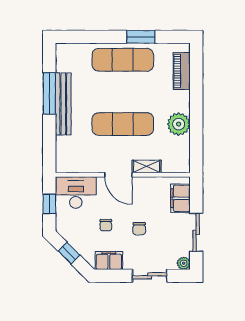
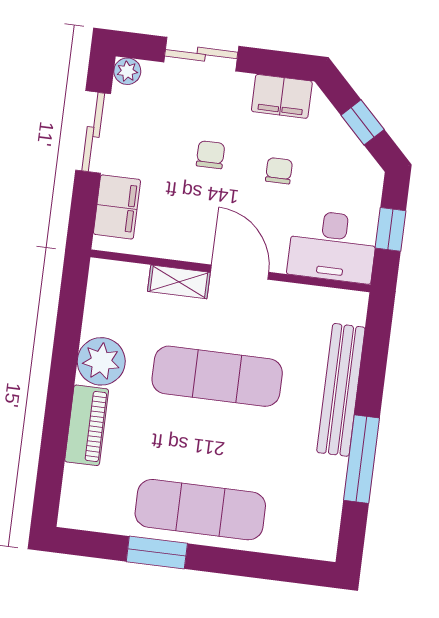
piano: (182, 71) -> (87, 425), moved
bench: (63, 104) -> (341, 390), moved

